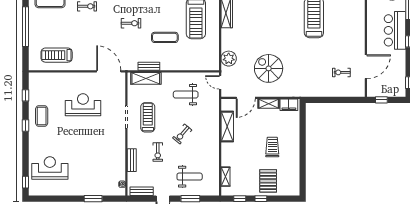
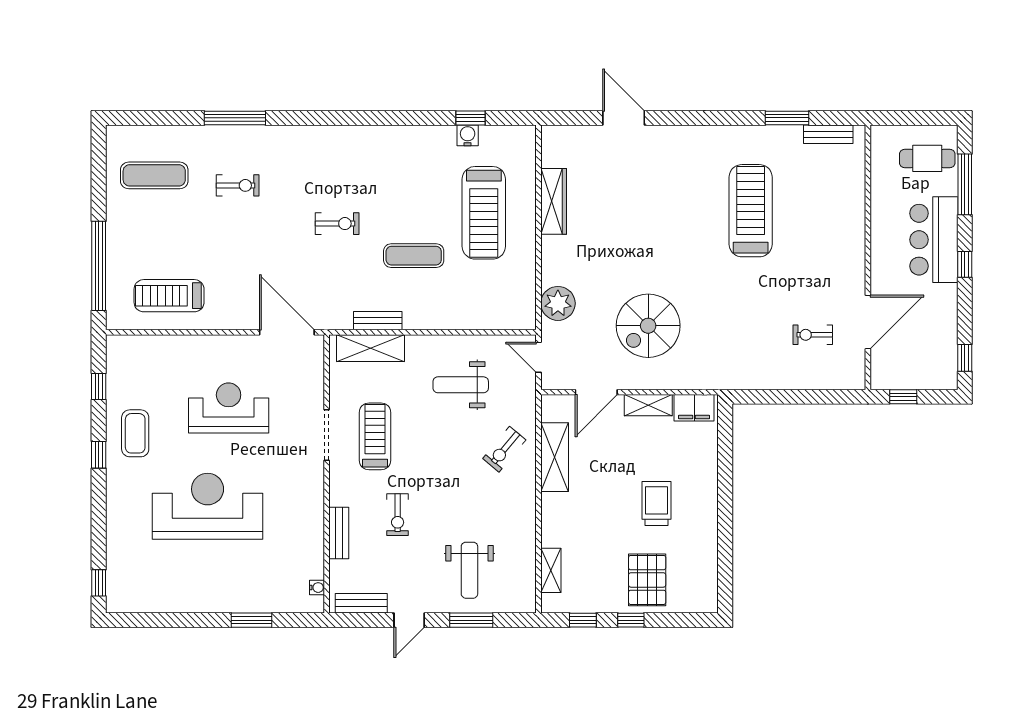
window: (25, 27) -> (99, 266), moved
spiral stairs: (269, 68) -> (648, 326), turned -90
exercise bike: (182, 134) -> (504, 449), moved
reception desk: (50, 168) -> (208, 506), moved, width x1.36, depth x1.30
weight bench: (190, 177) -> (469, 570), turned 90

